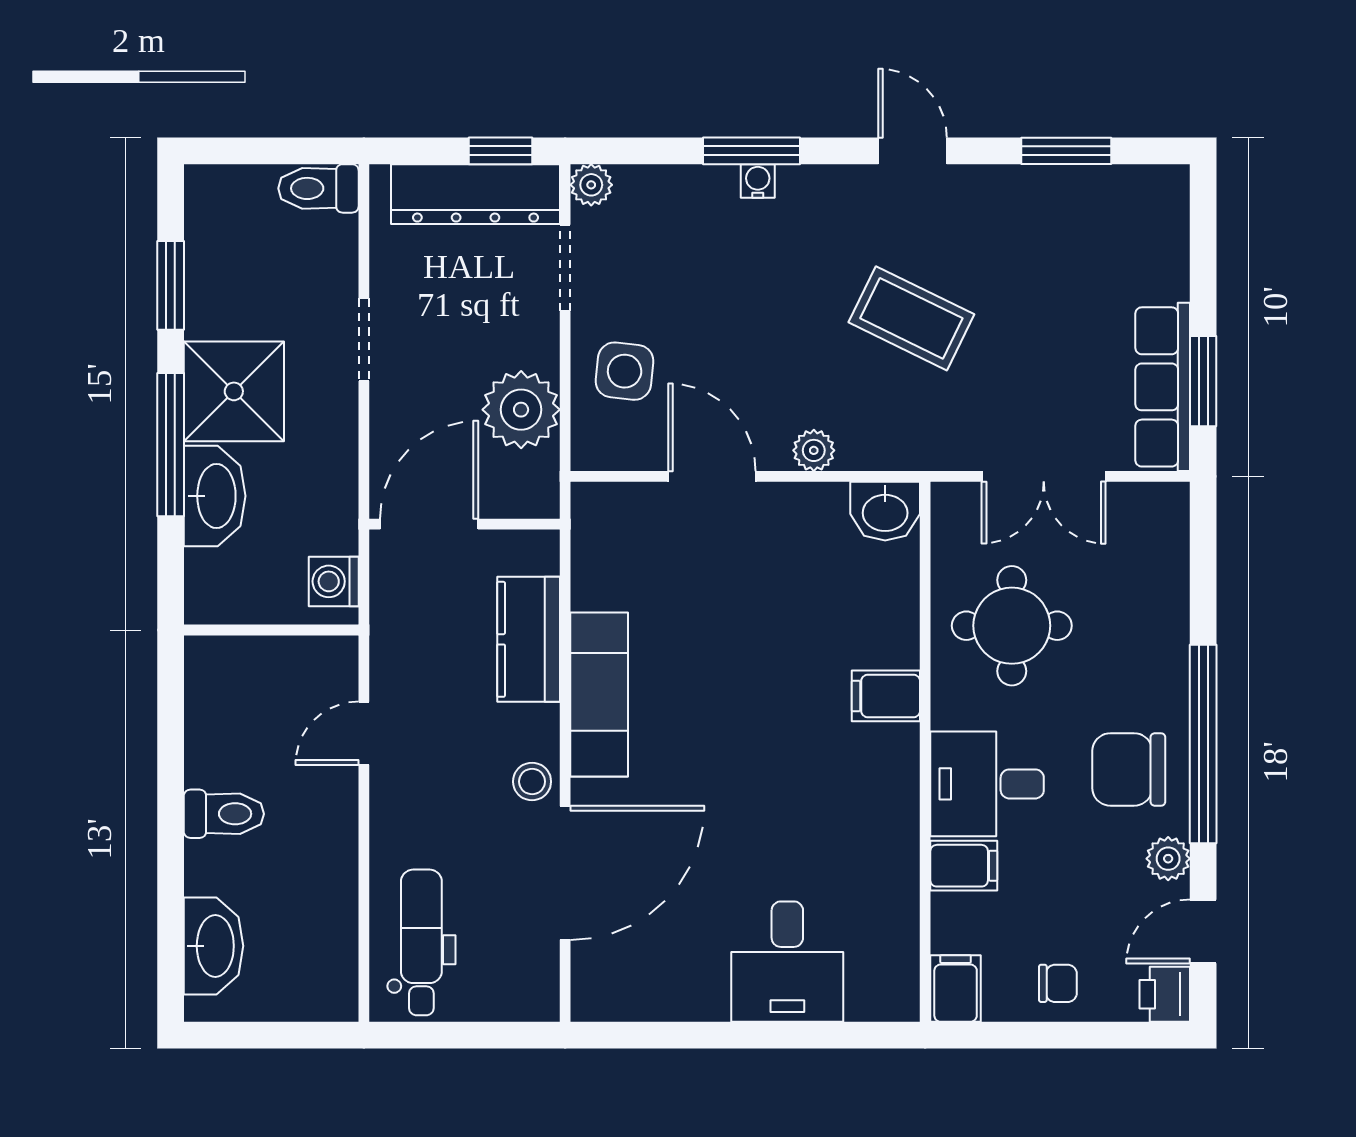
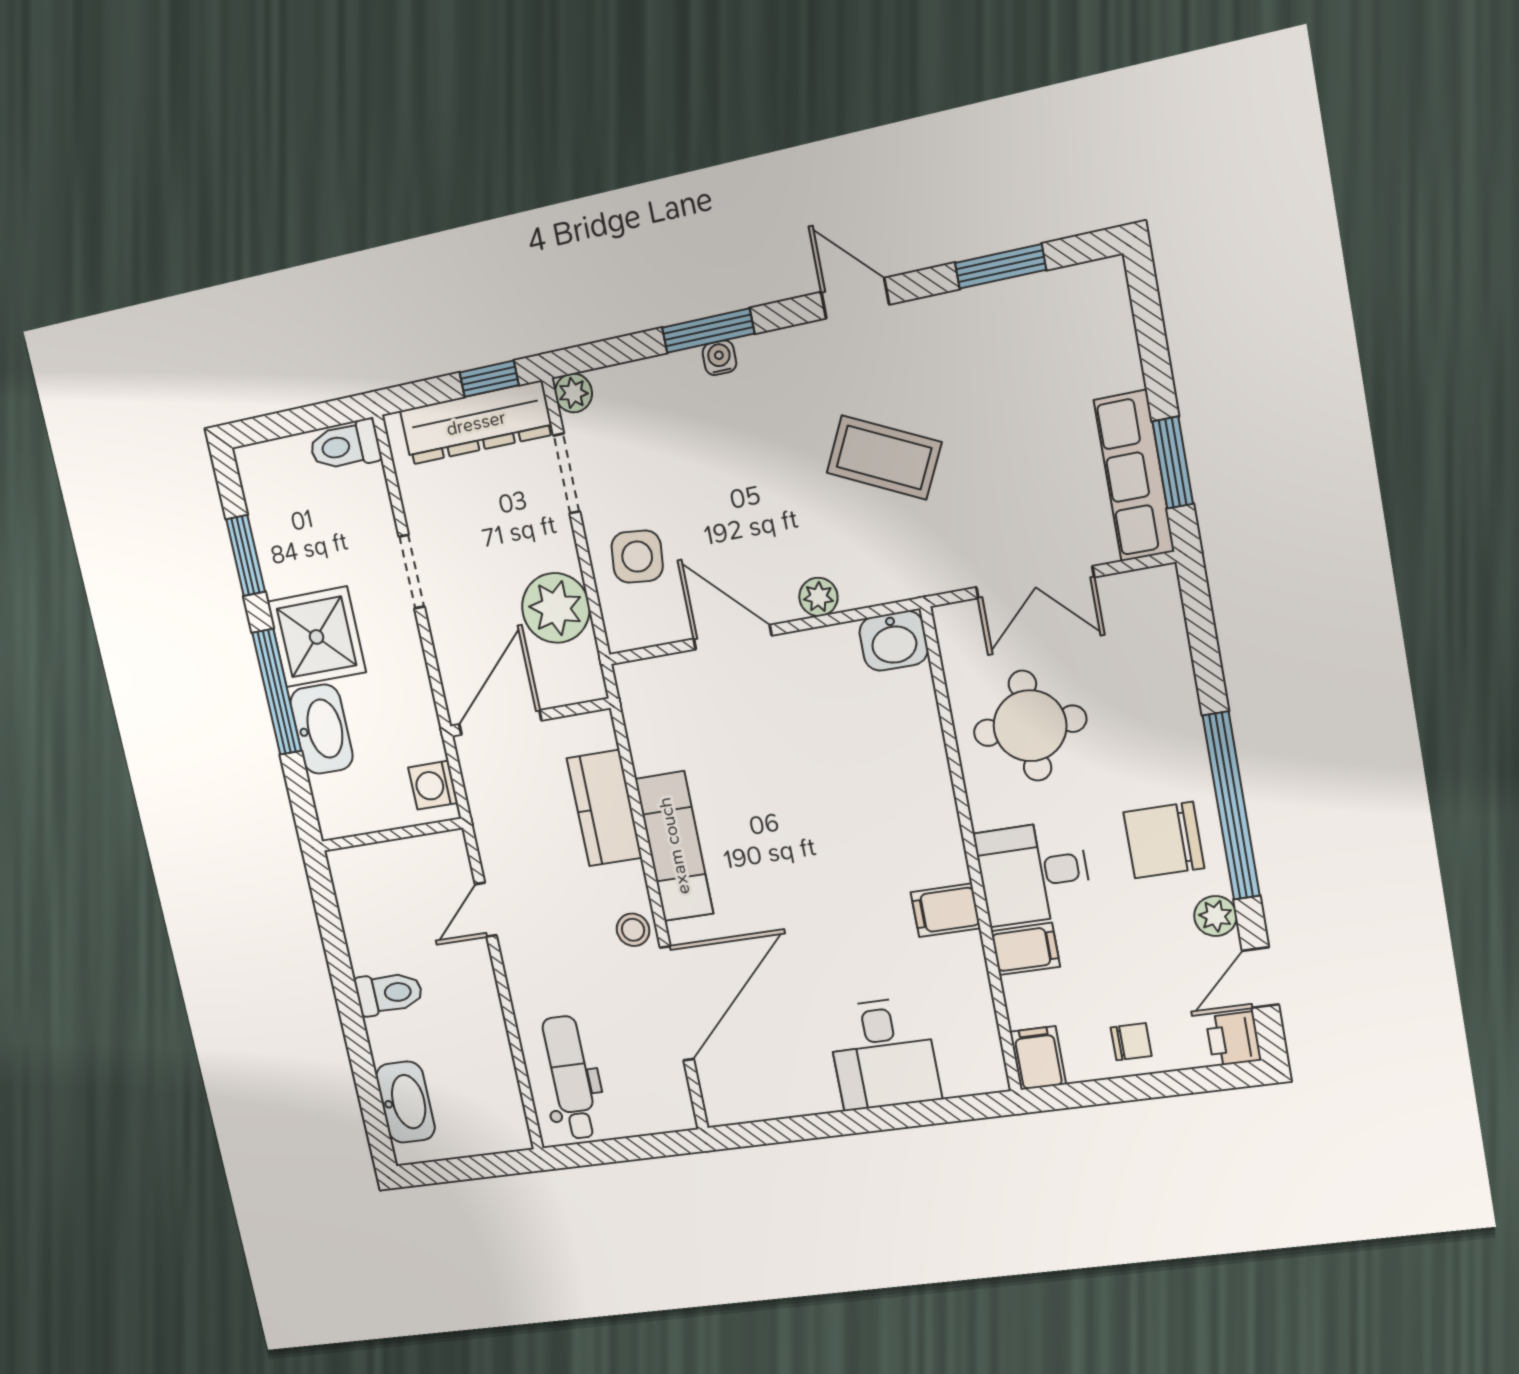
filing cabinet: (886, 696) -> (946, 910), moved

